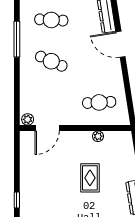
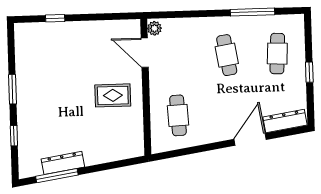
cafe table: (51, 61) -> (227, 55), turned -33
plant: (98, 136) -> (137, 115), removed
rug: (90, 178) -> (113, 95), moved

